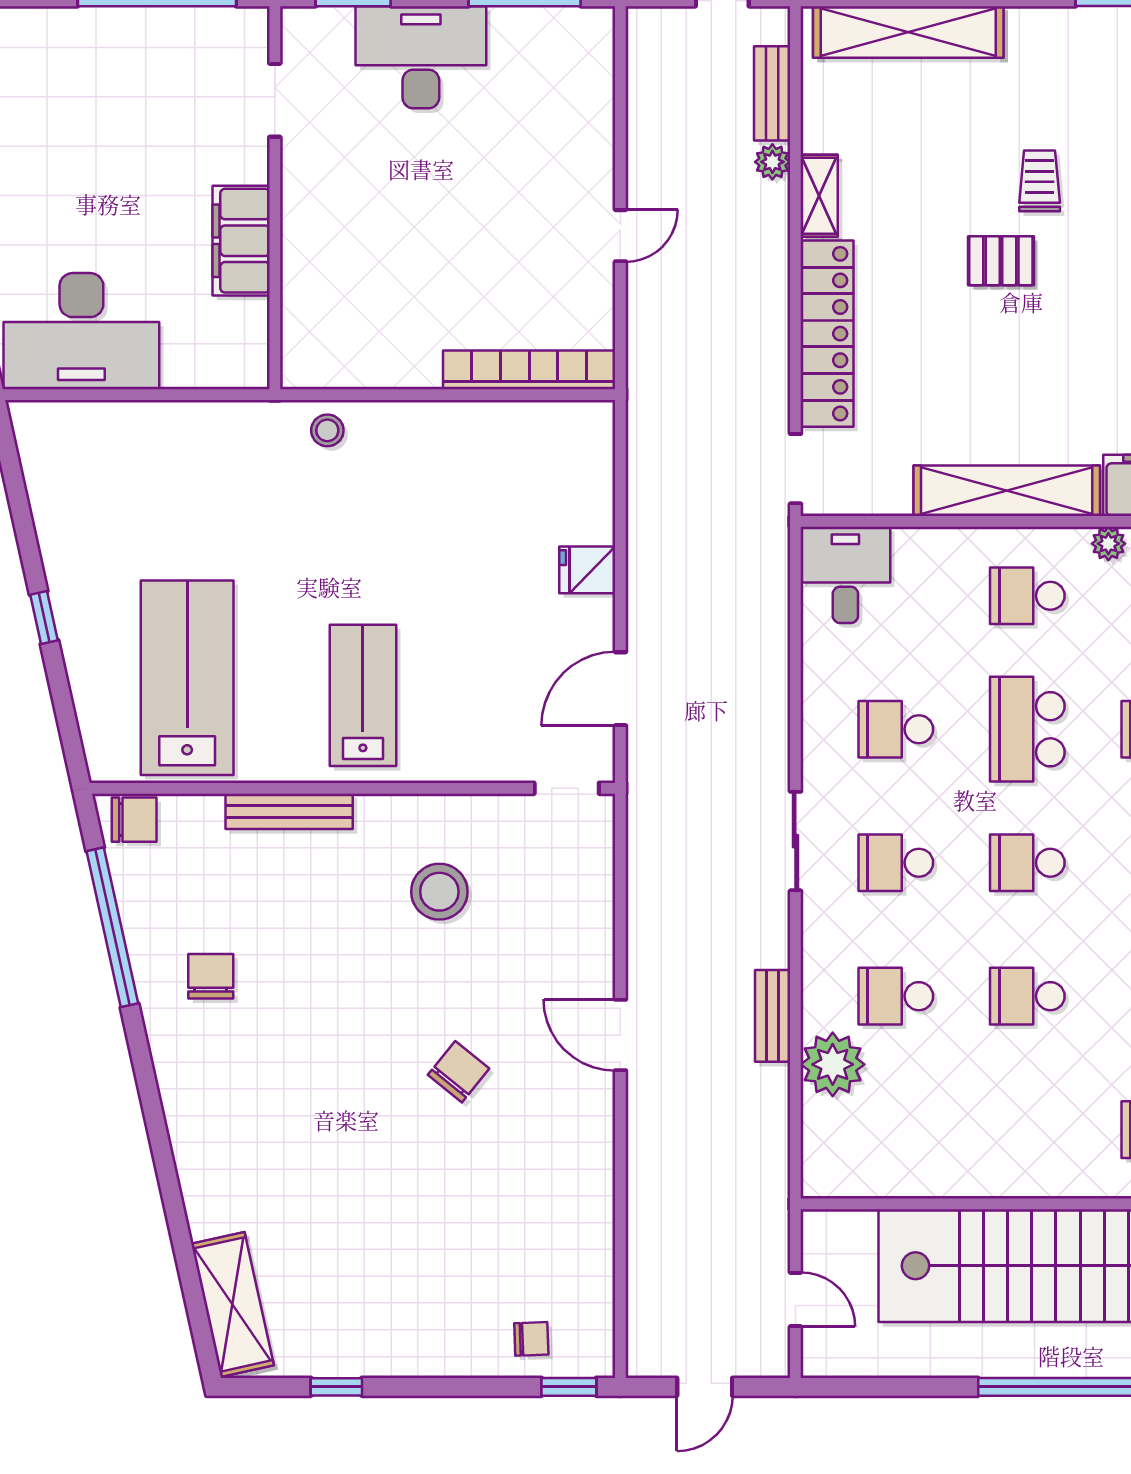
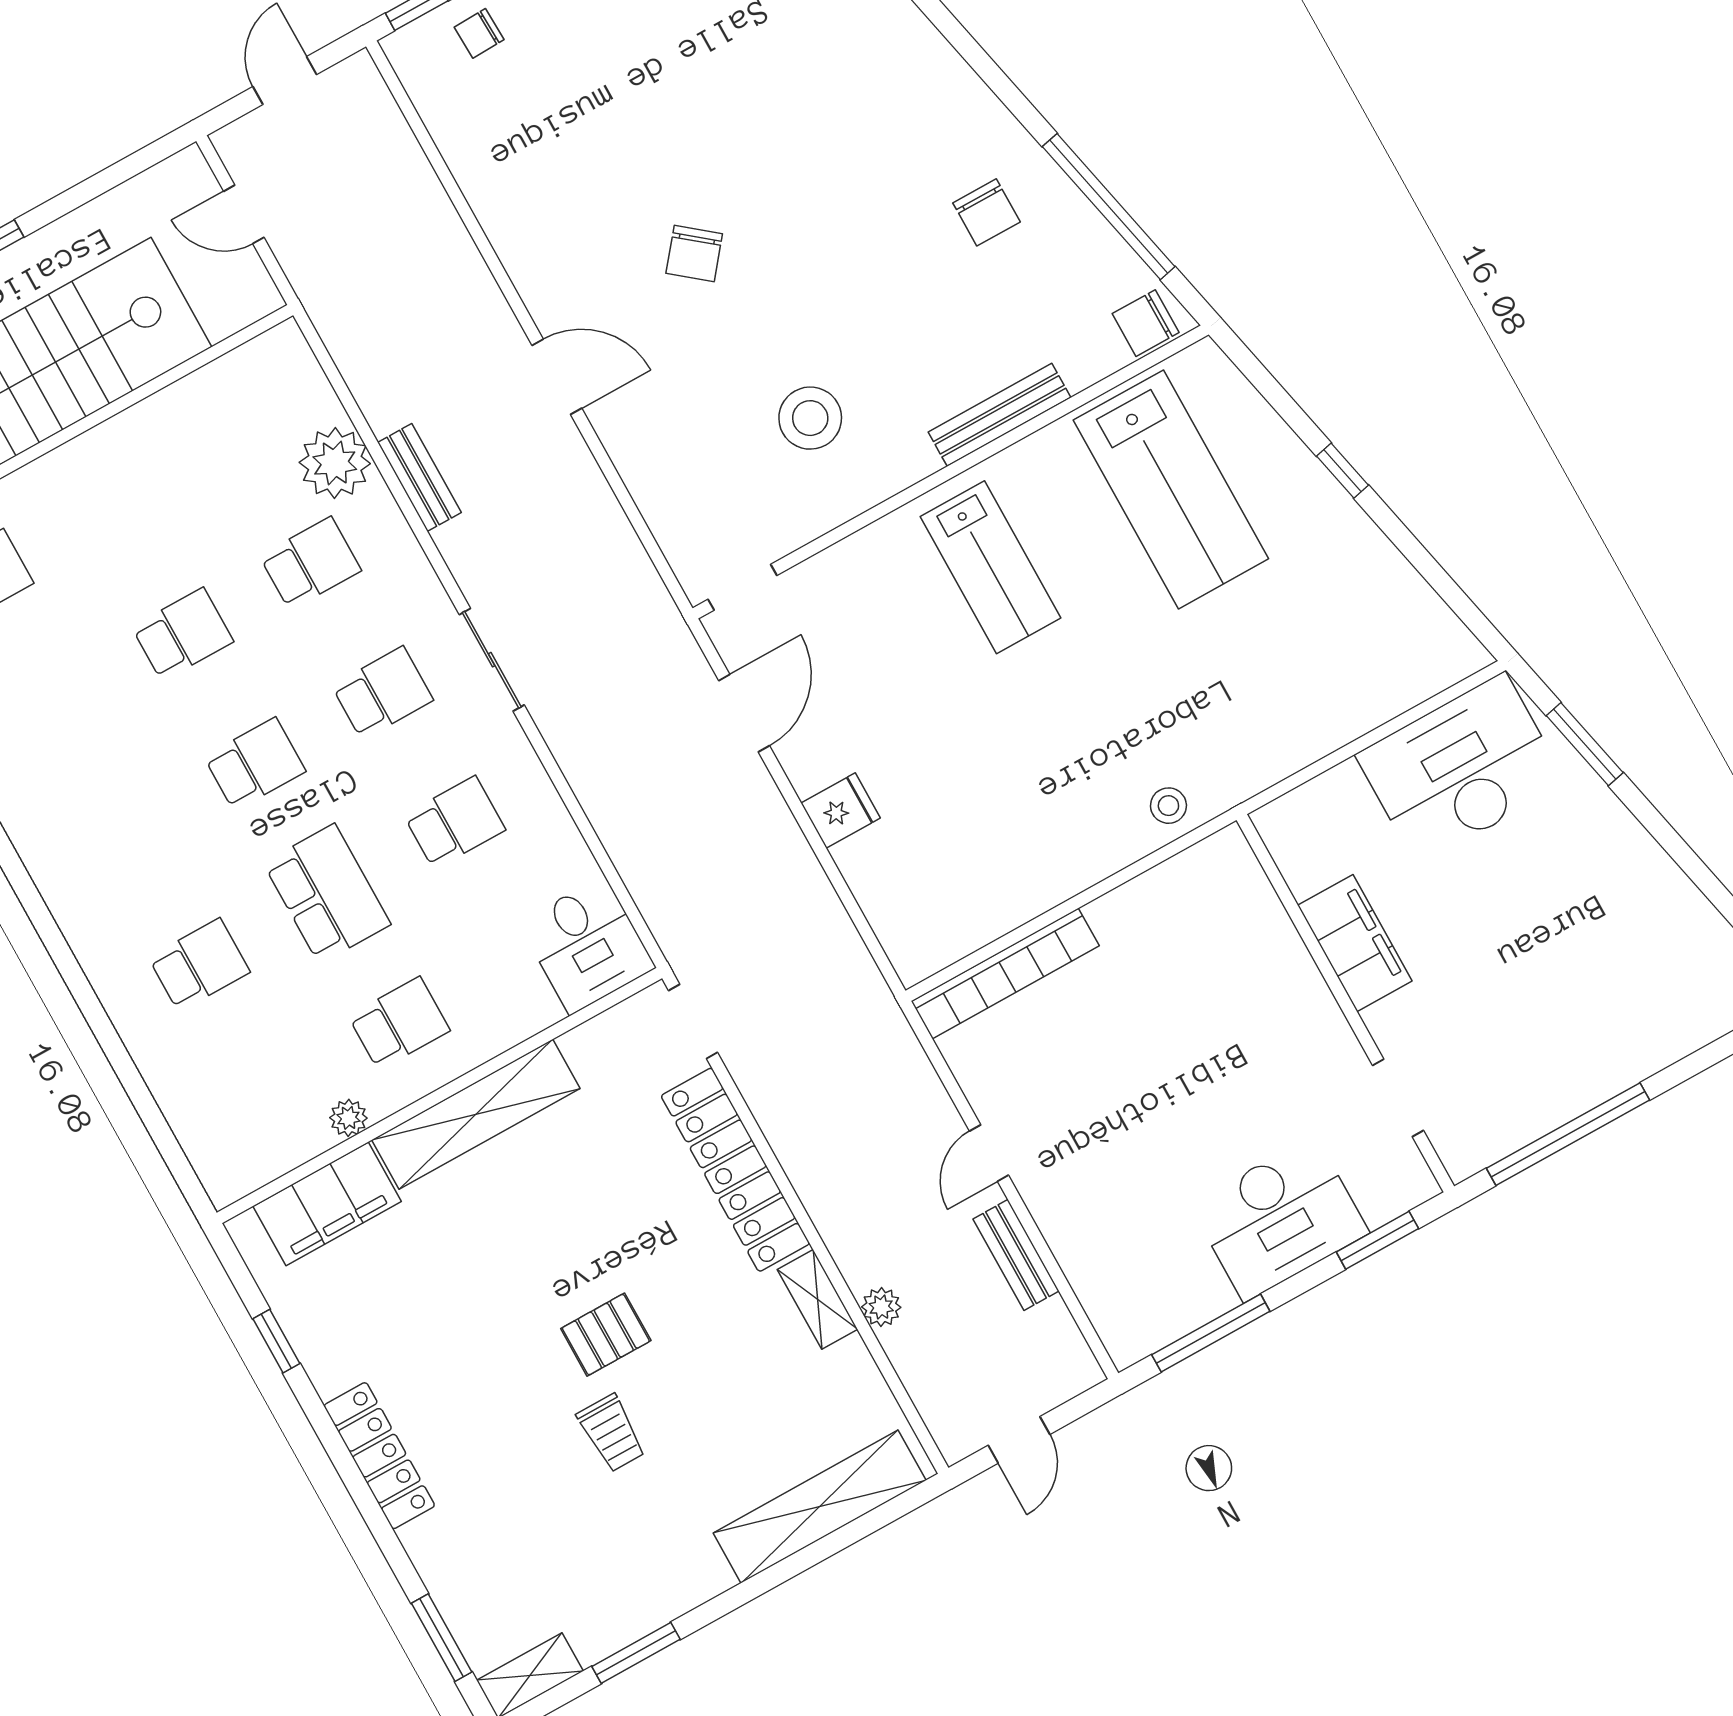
bench: (772, 93) -> (1016, 1255), moved

